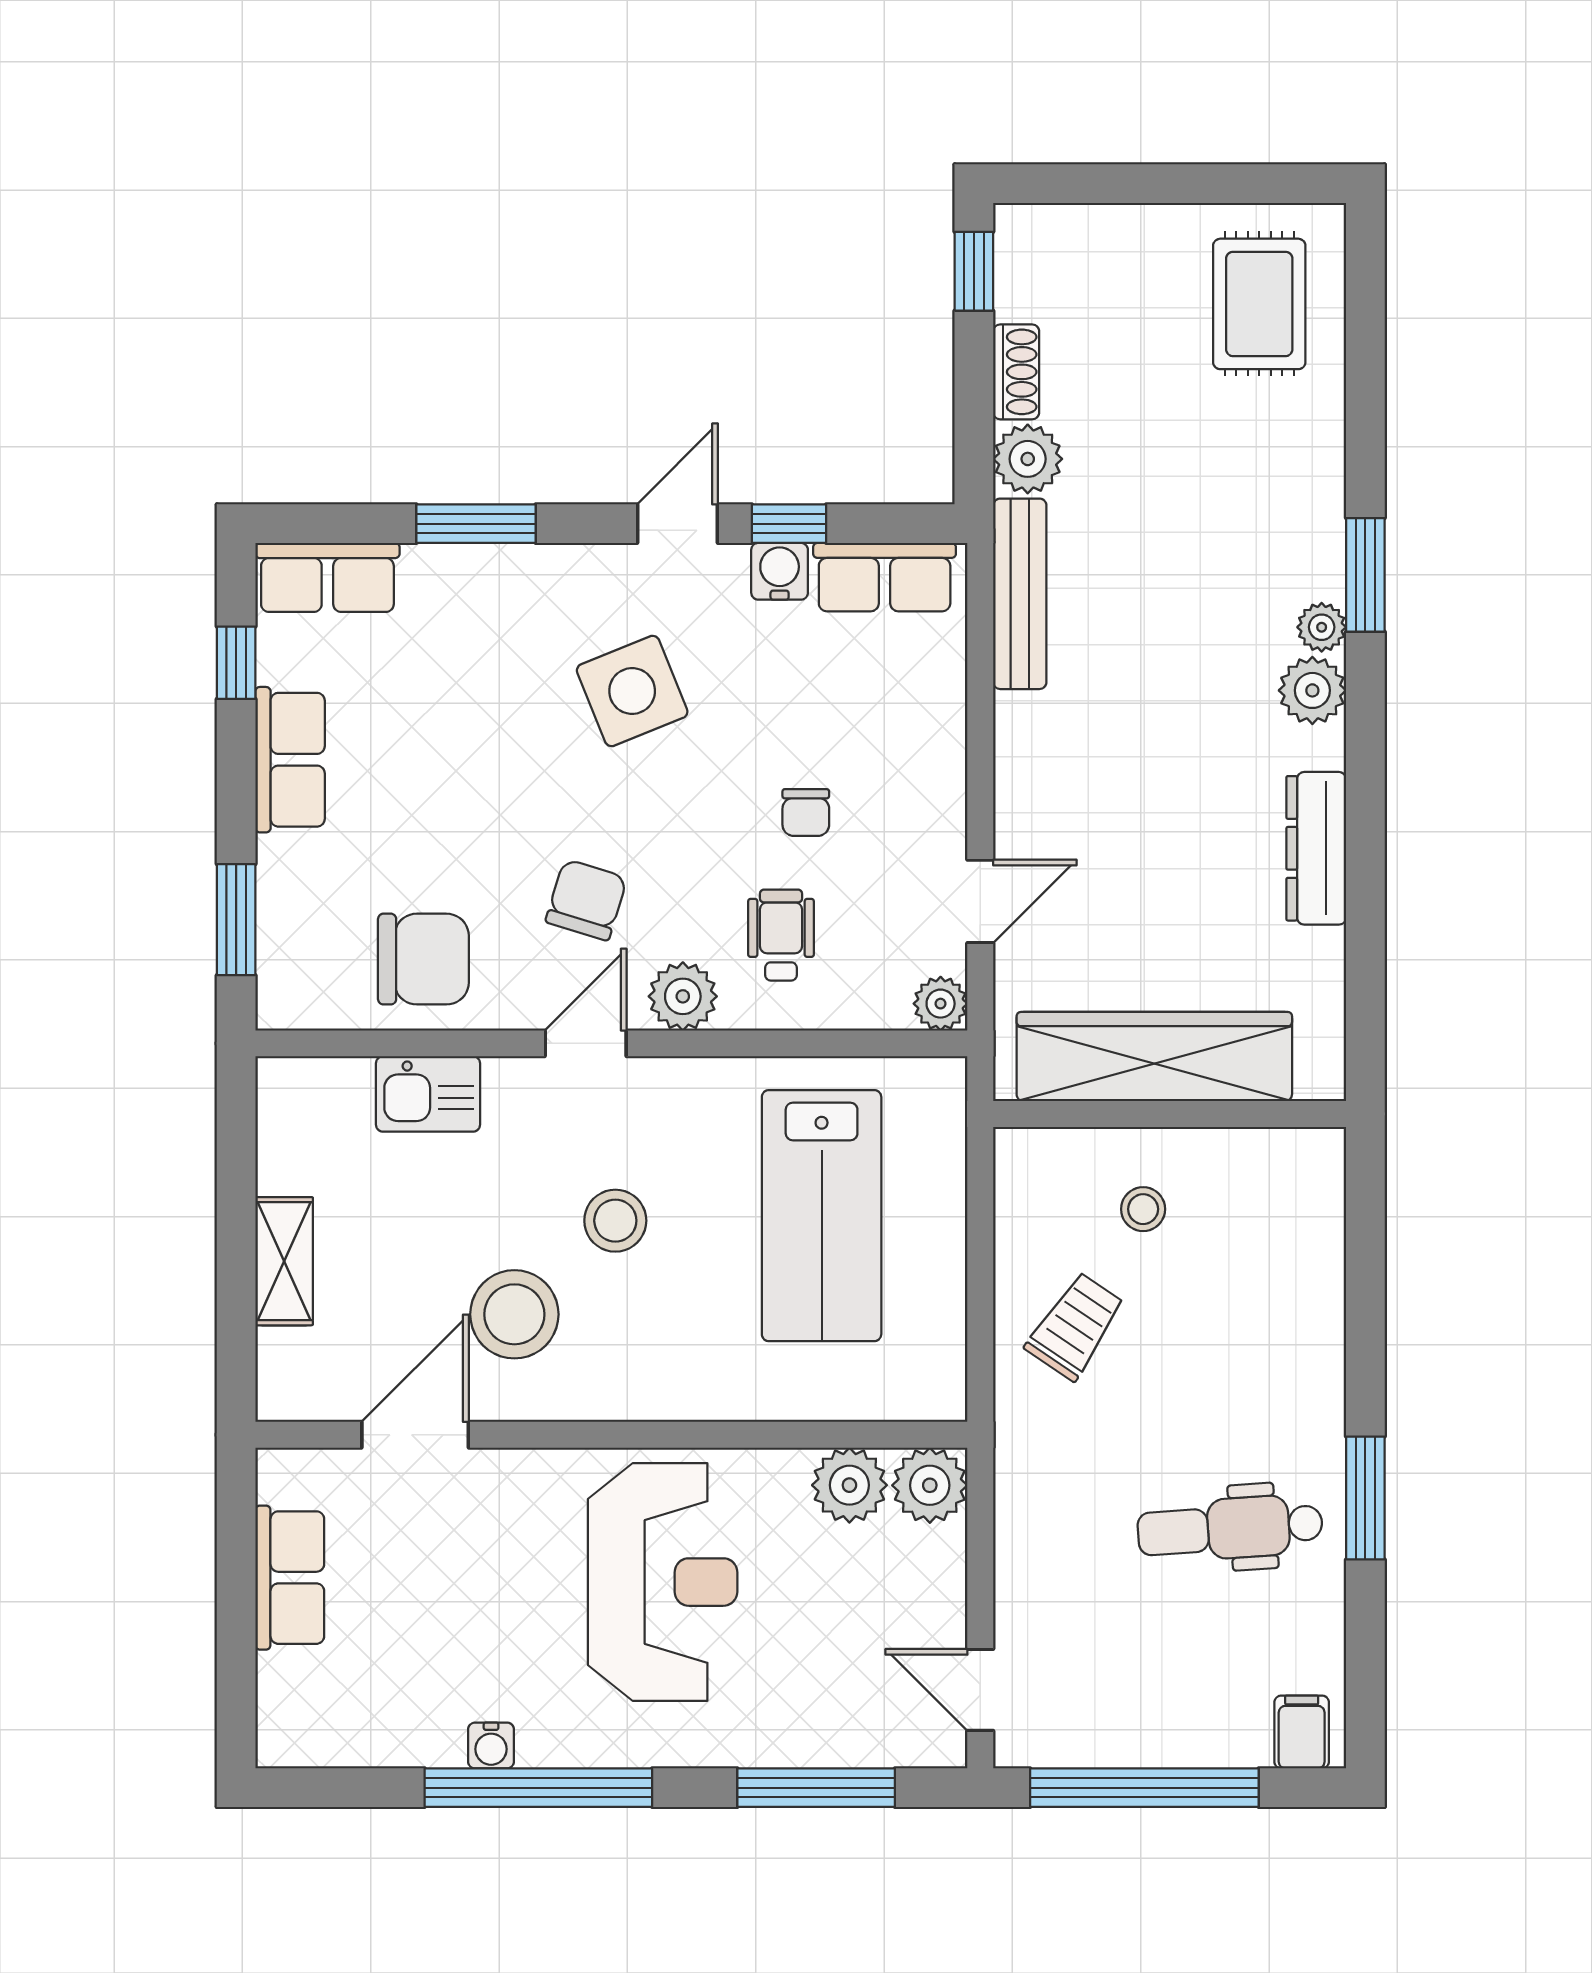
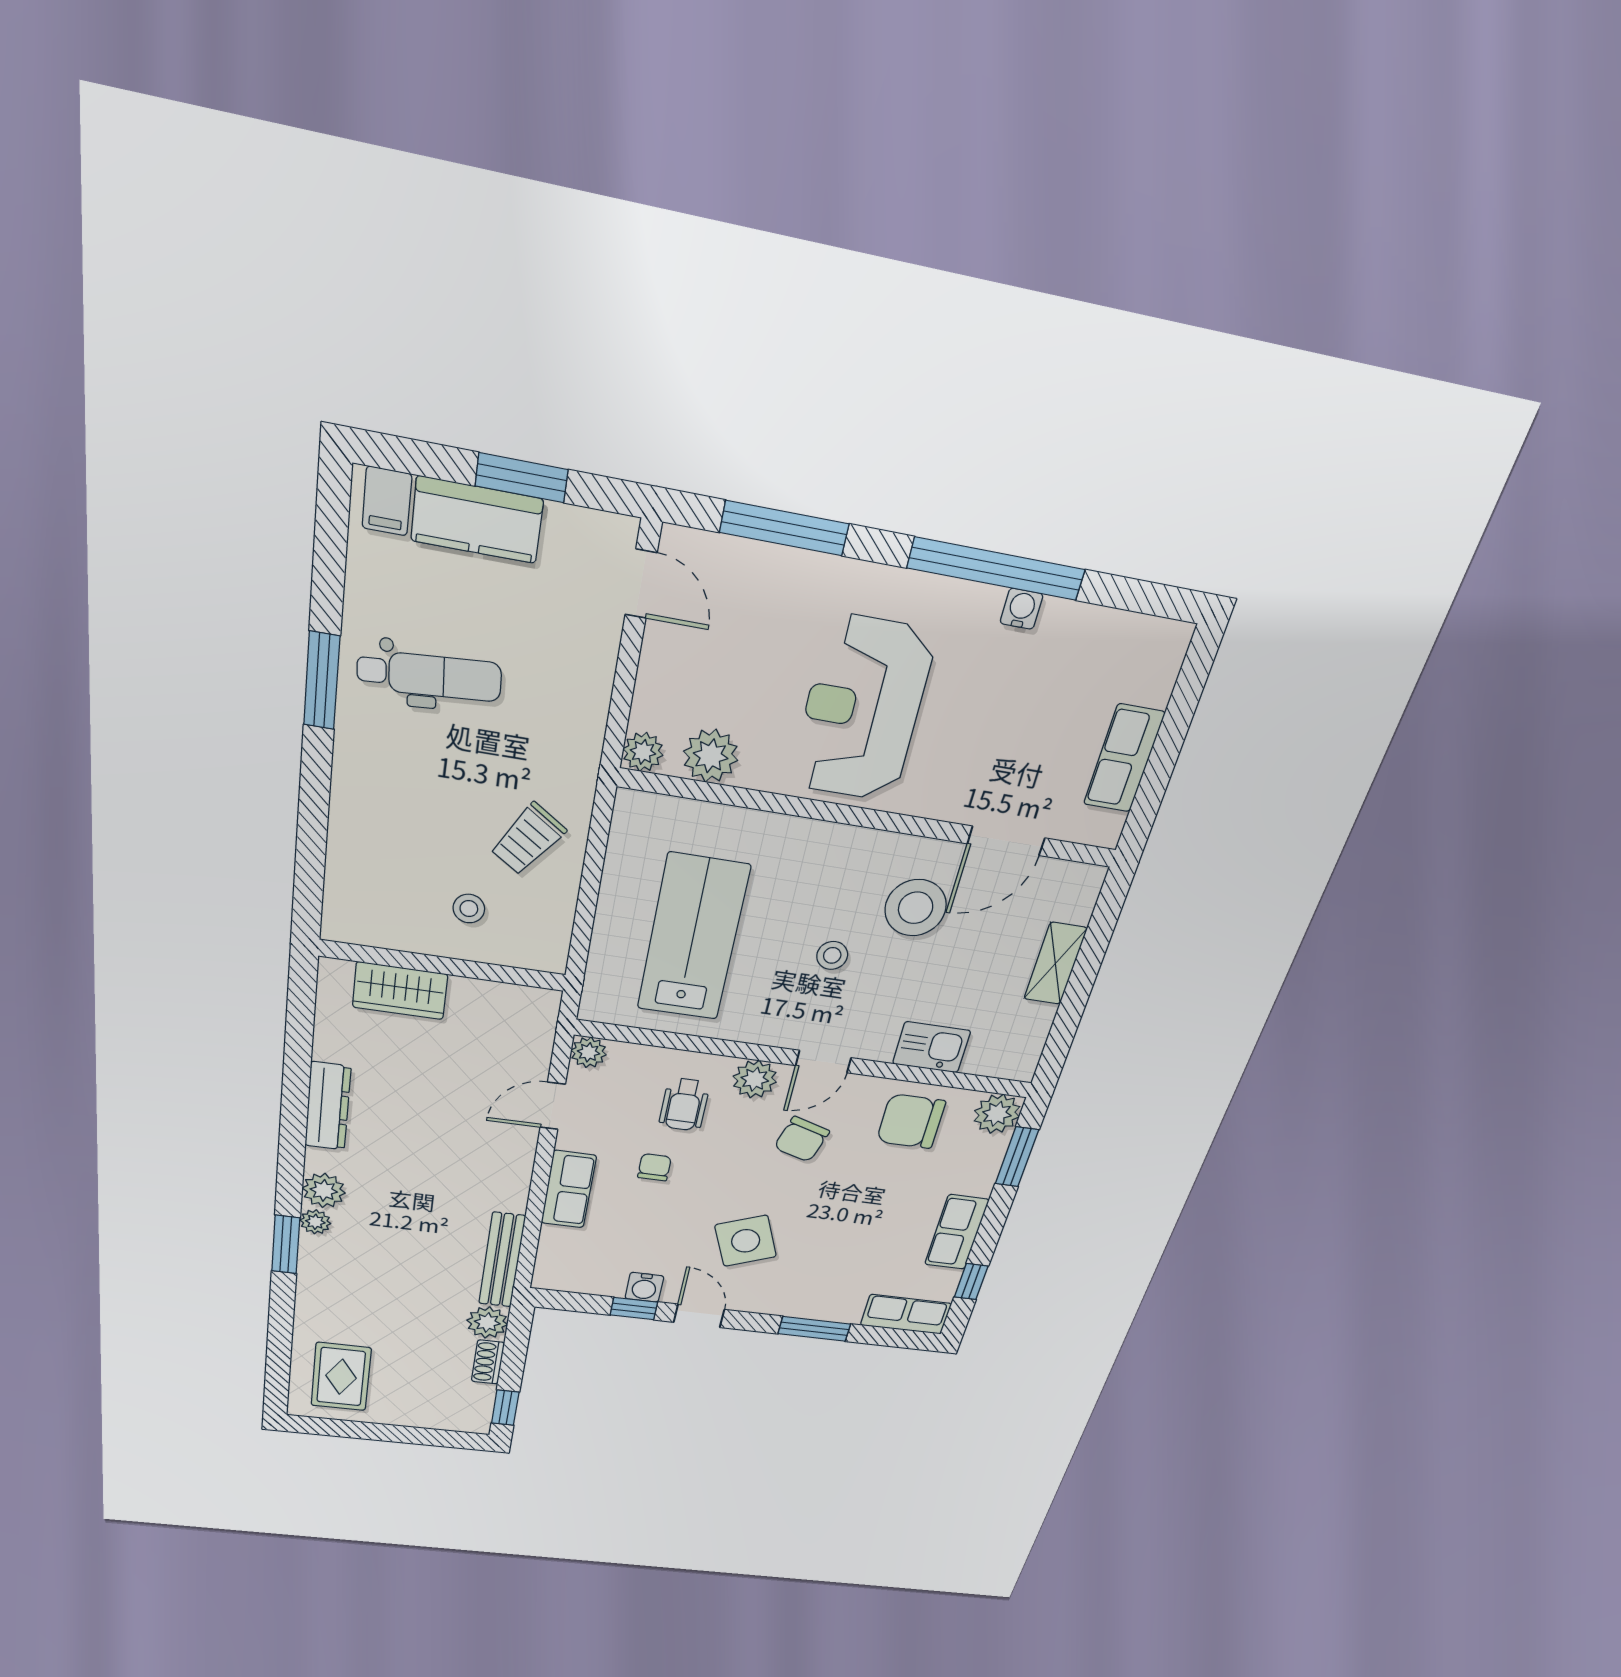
door: (678, 524) -> (699, 1316), swing flipped
row of seats: (885, 577) -> (569, 1189), moved, turned 90
plant: (292, 993) -> (997, 1114), added
wardrobe: (1154, 1057) -> (400, 991), width x0.48, depth x0.85
stool: (615, 1221) -> (832, 955), width x0.73, depth x0.73
plant: (930, 1485) -> (643, 752), width x0.73, depth x0.73
kitchen counter: (1192, 1730) -> (477, 520), added
window: (1144, 1788) -> (522, 478), width x0.47

